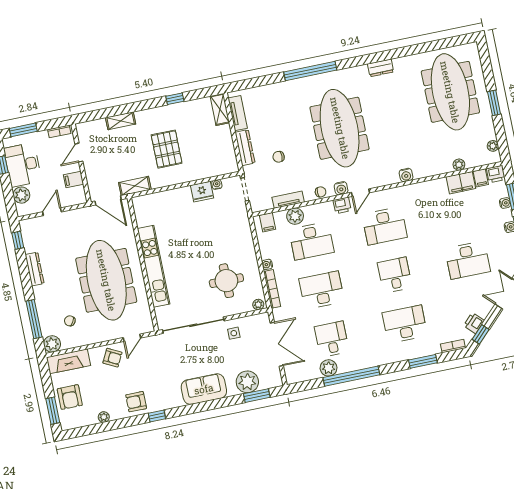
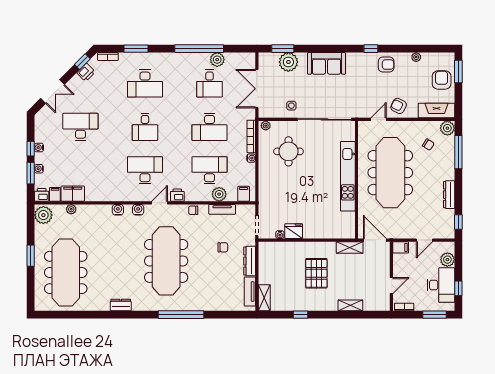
plant: (493, 146) -> (43, 215), width x1.87, depth x1.87
filing cabinet: (73, 179) -> (401, 247), moved
water cooler: (341, 188) -> (138, 210), moved

